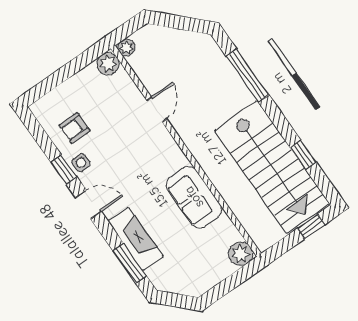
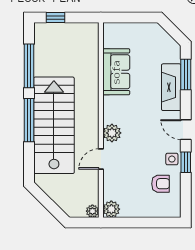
window: (248, 76) -> (29, 120), moved
window: (303, 155) -> (29, 66), width x2.17
stairs: (272, 167) -> (54, 125), moved
sofa: (194, 197) -> (116, 72), moved
plant: (241, 254) -> (112, 133), moved

